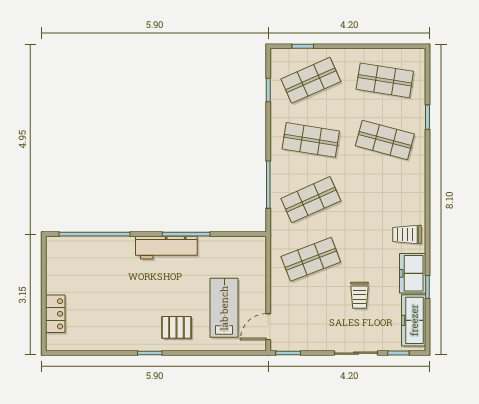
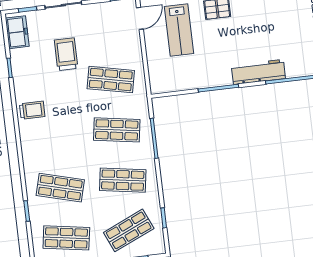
shop shelf: (311, 200) -> (117, 130), turned 33
workbench: (166, 248) -> (258, 72), moved
shop shelf: (311, 259) -> (111, 80), turned 33
freezer: (413, 273) -> (24, 78), removed
trolley: (359, 295) -> (66, 54), width x1.36, depth x1.39
freezer: (414, 320) -> (17, 32), width x0.71

